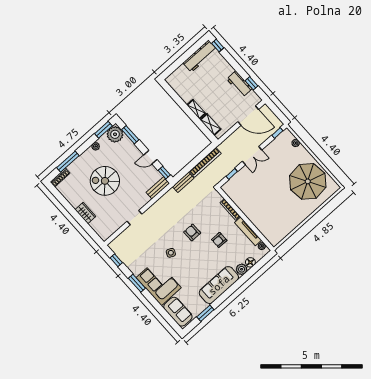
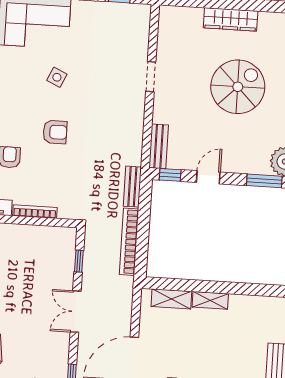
wardrobe: (85, 213) -> (231, 19), width x1.50

